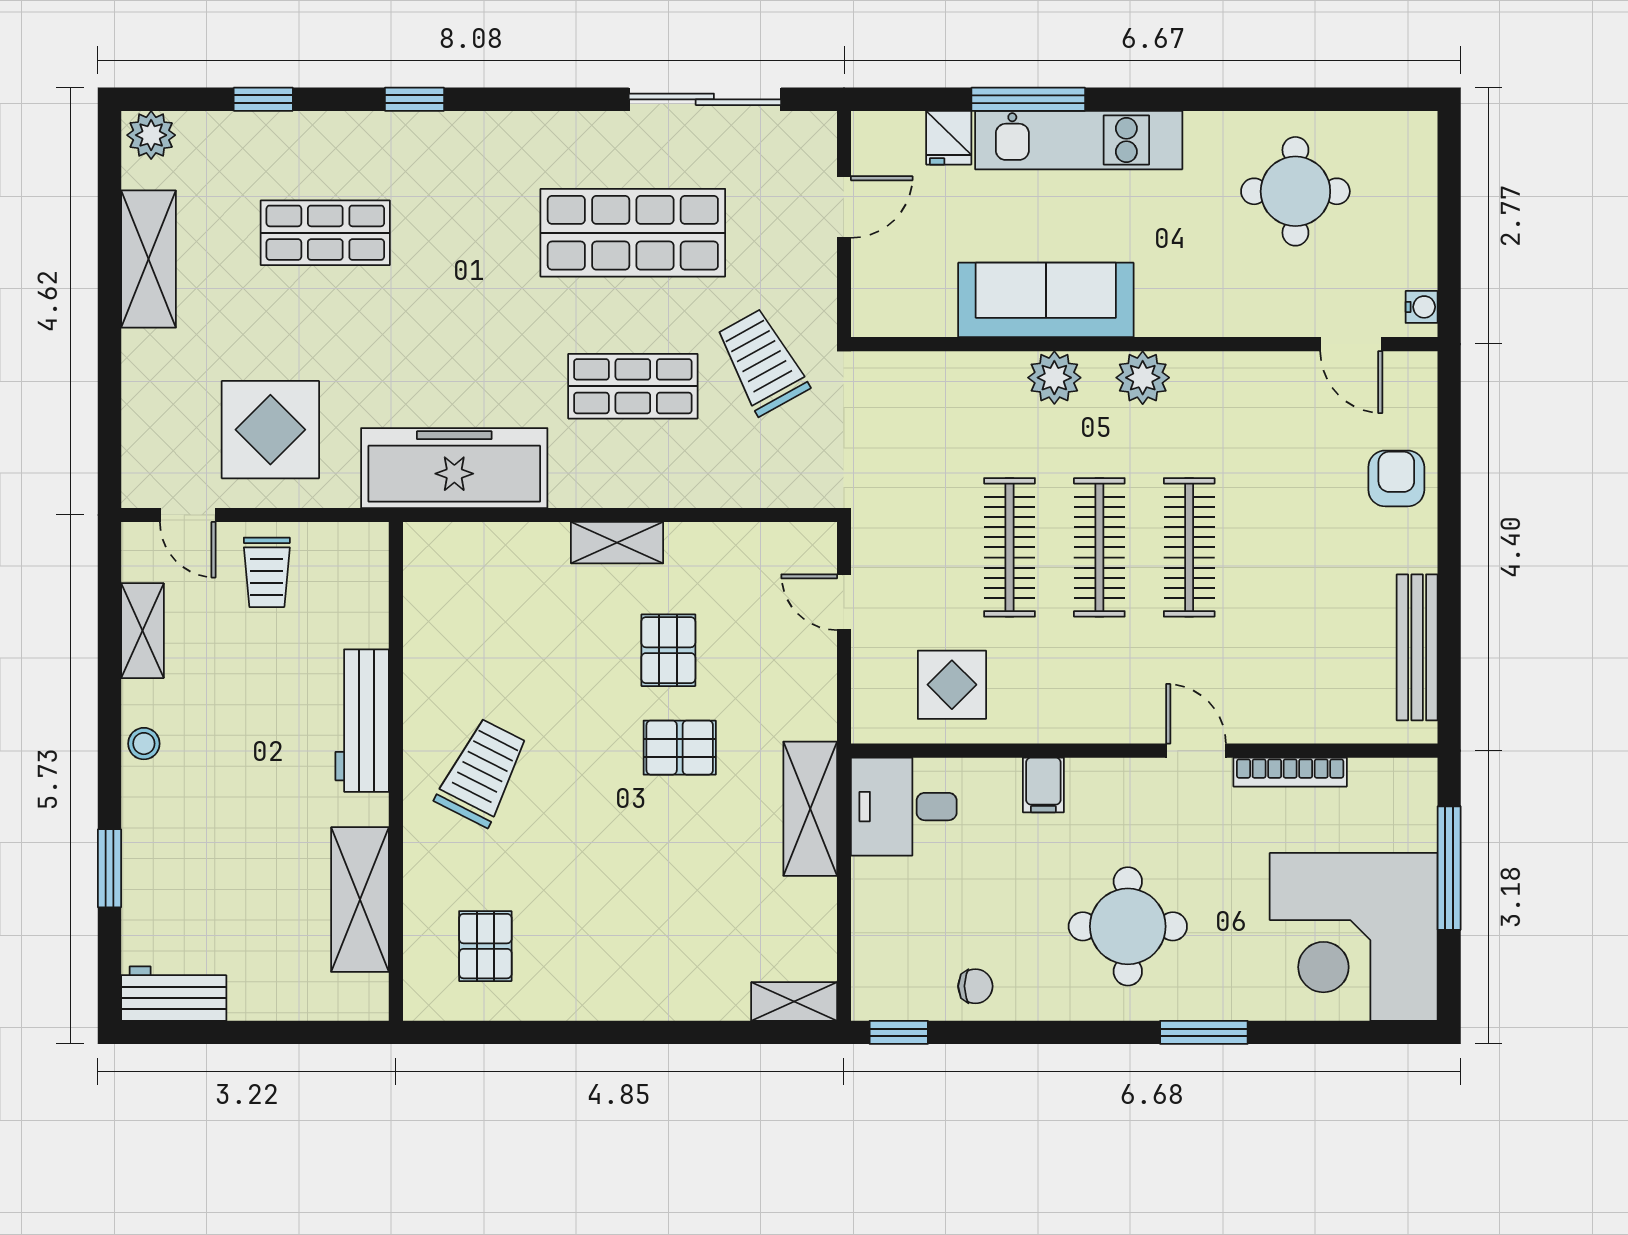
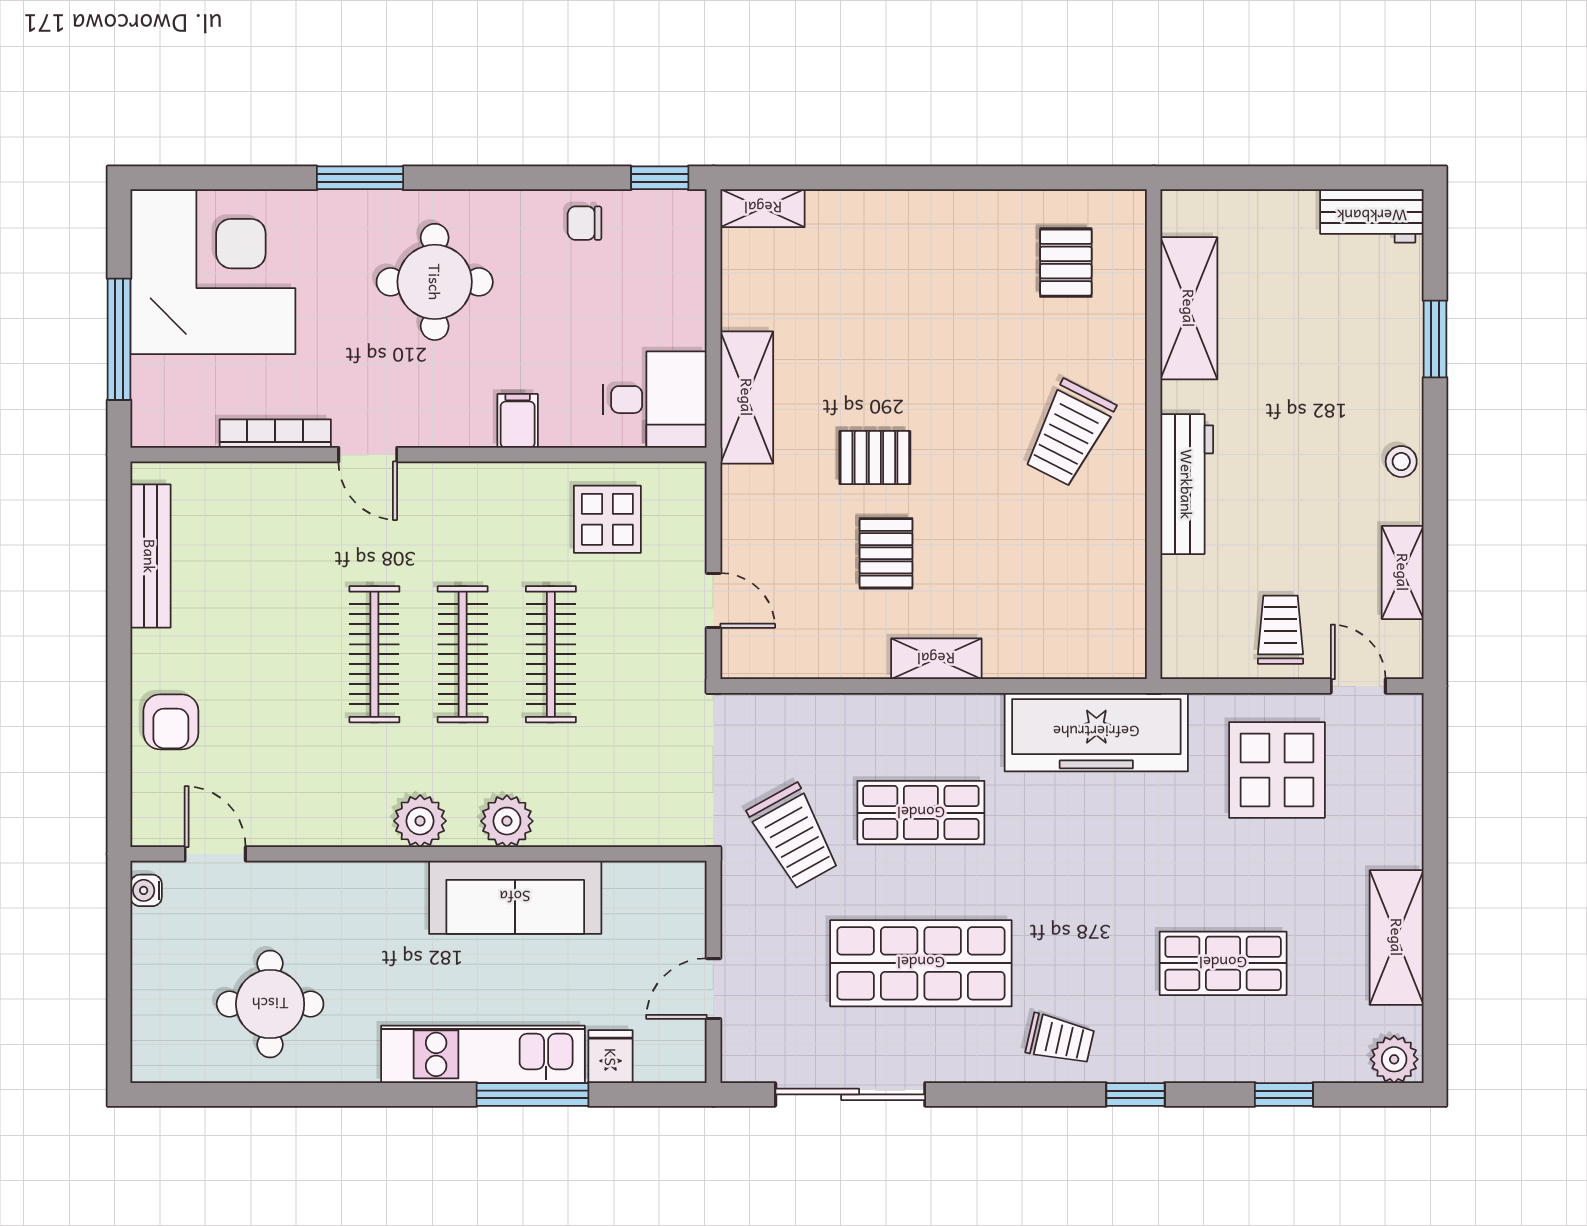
trolley: (491, 155) -> (1060, 1039), added

